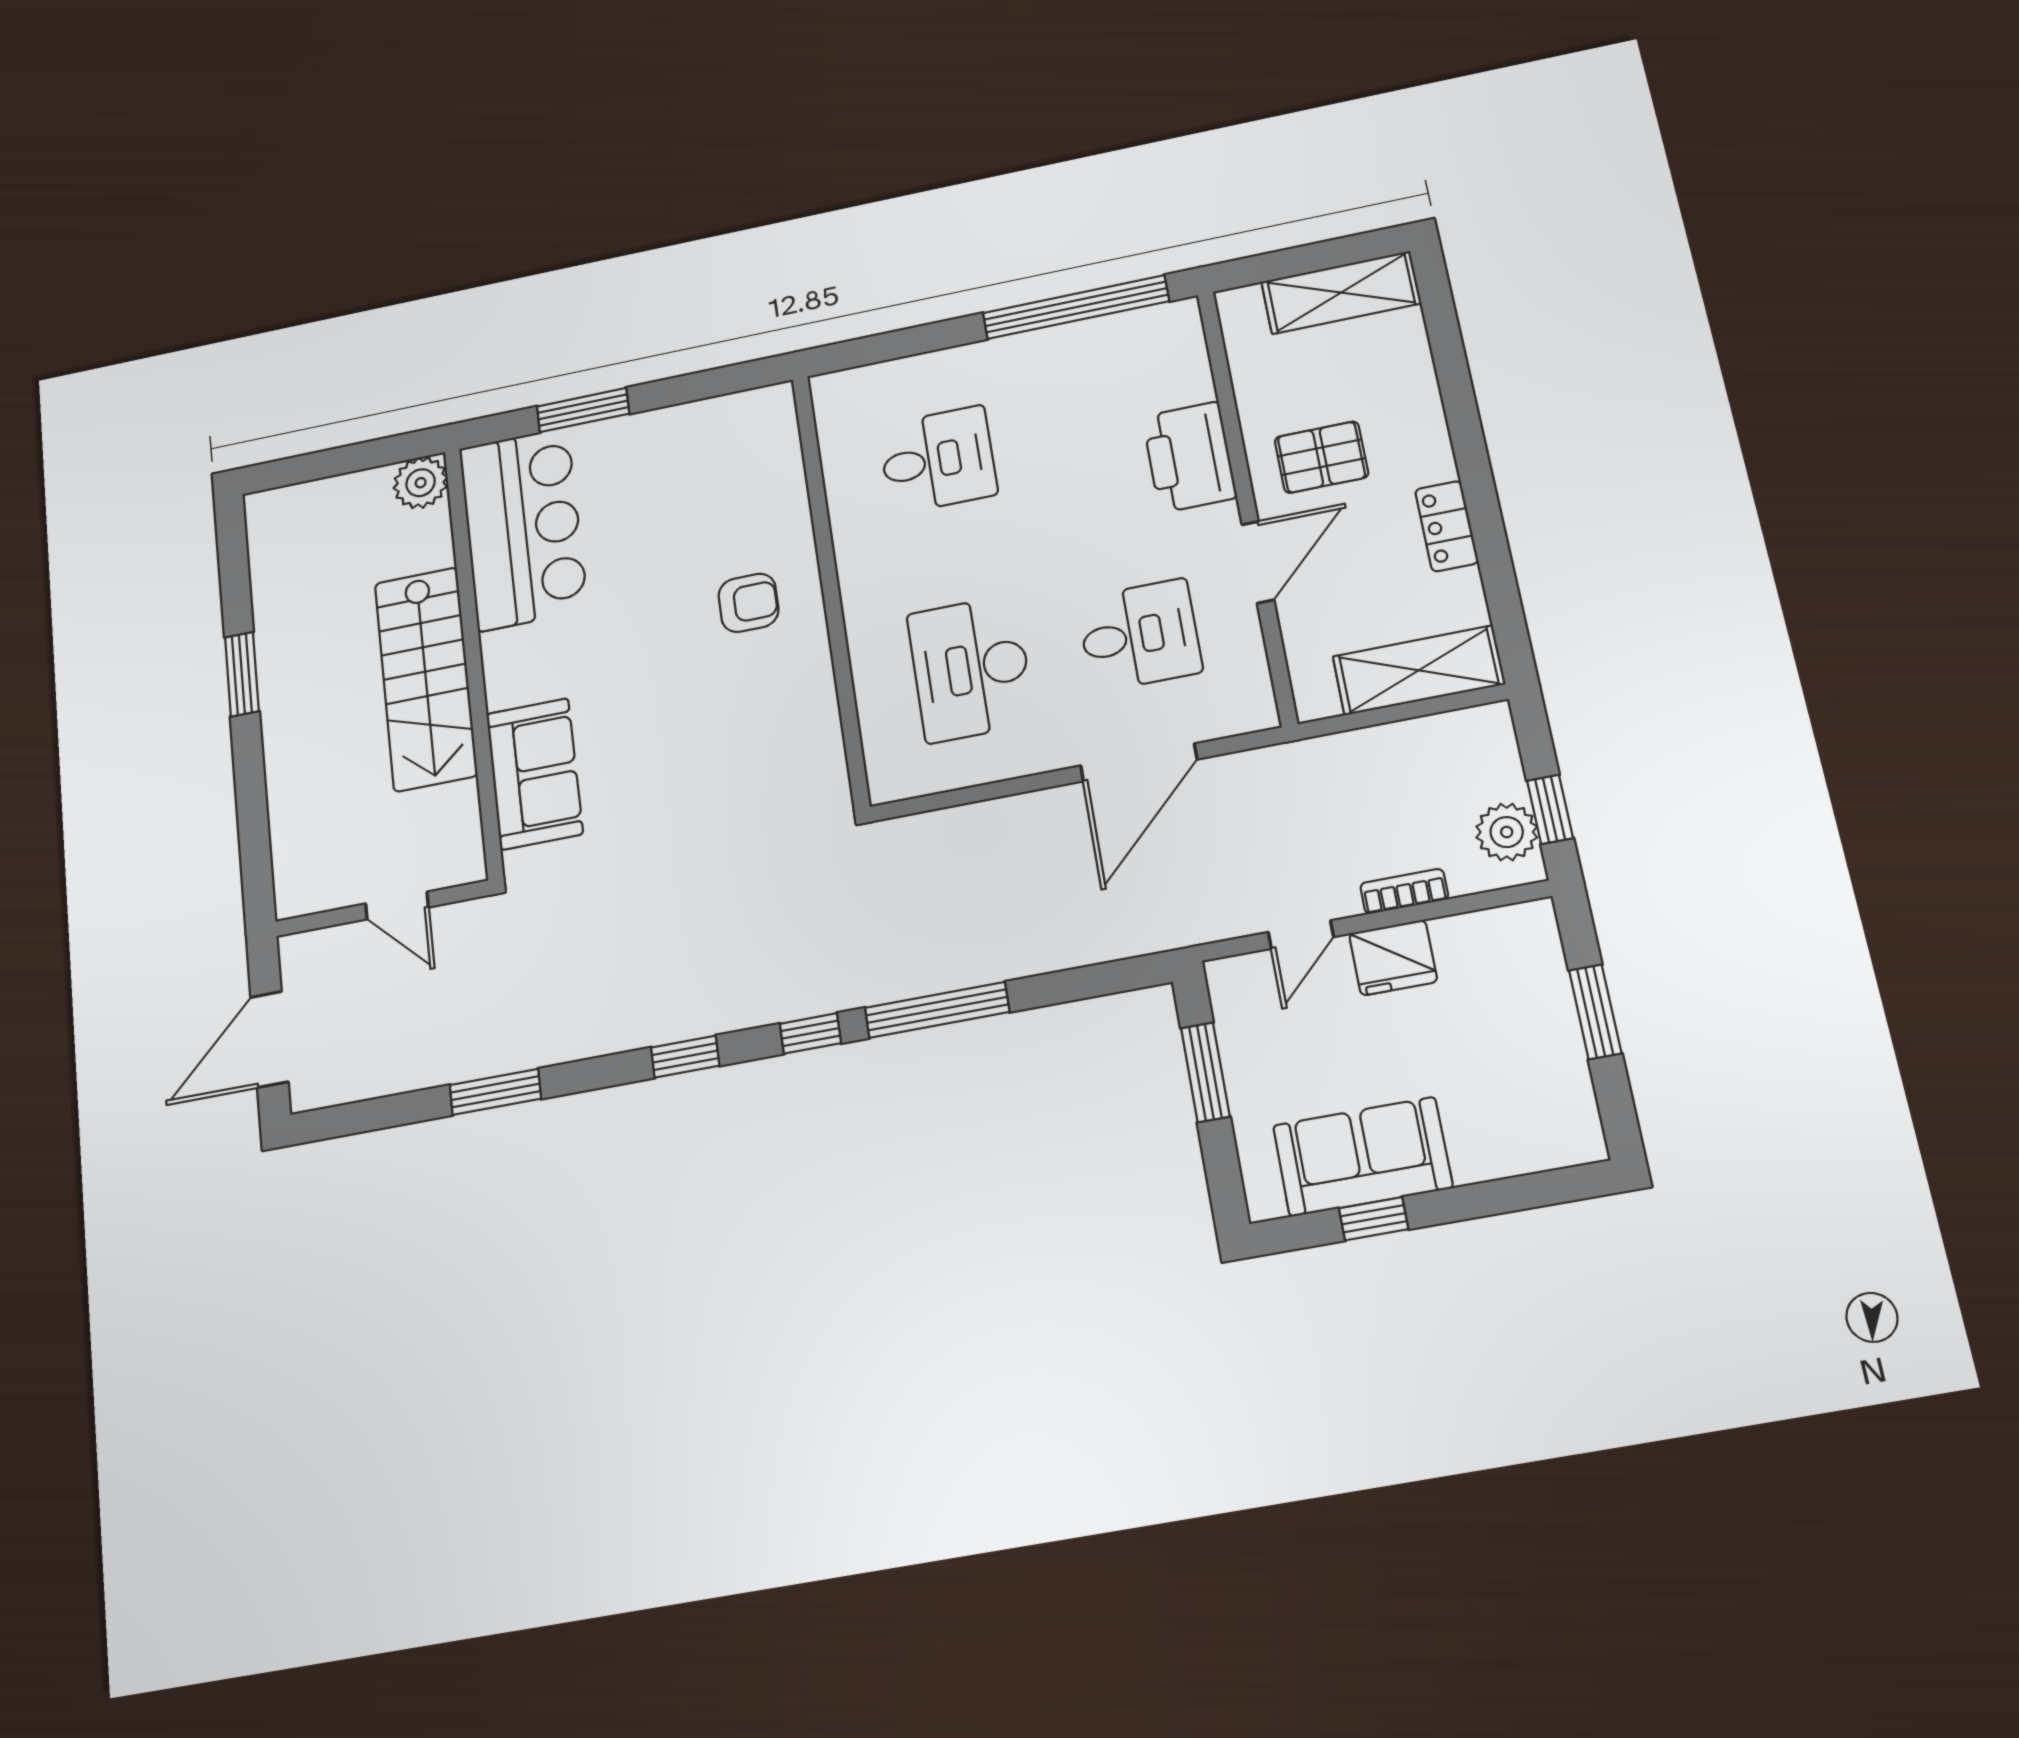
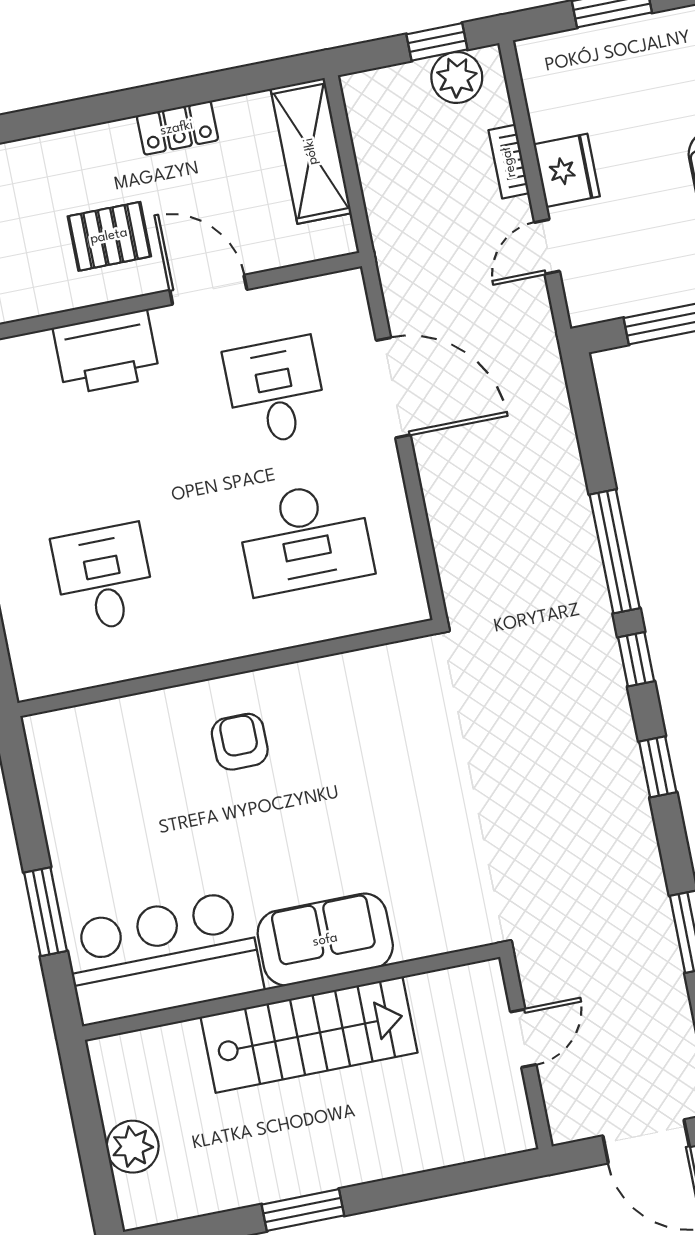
pallet: (1321, 457) -> (109, 236), turned 90
plant: (421, 483) -> (133, 1147), moved
sofa: (534, 774) -> (325, 940), moved
door: (1301, 935) -> (547, 247), swing flipped

